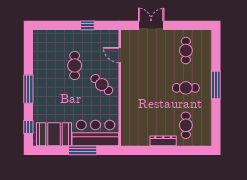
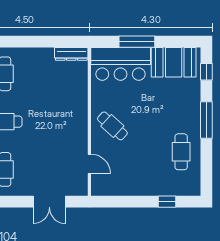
window: (87, 25) -> (167, 202), moved
cafe table: (75, 65) -> (181, 152), moved
dresser: (163, 141) -> (71, 54), moved

